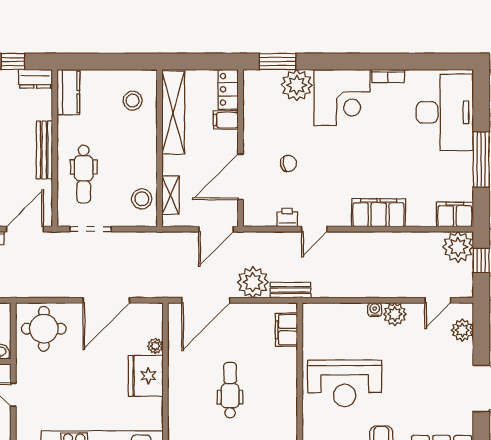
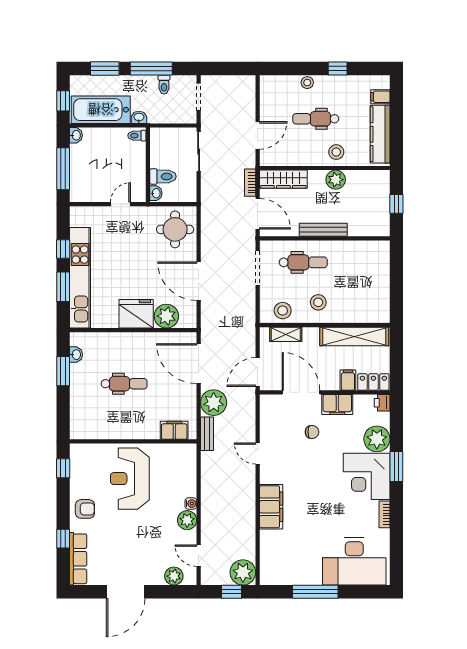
window: (278, 62) -> (396, 467), moved
dresser: (35, 79) -> (382, 222), removed
kitchen counter: (68, 92) -> (371, 250), removed
stool: (133, 101) -> (318, 302), moved
chair: (288, 163) -> (312, 432), turned -79
dental chair: (84, 174) -> (303, 262), turned 180
filing cabinet: (455, 214) -> (337, 404), moved, turned 90
printer: (287, 217) -> (382, 403), moved, turned 180
door: (216, 229) -> (258, 372), hinge flipped
plant: (155, 346) -> (166, 316), width x1.87, depth x1.87

